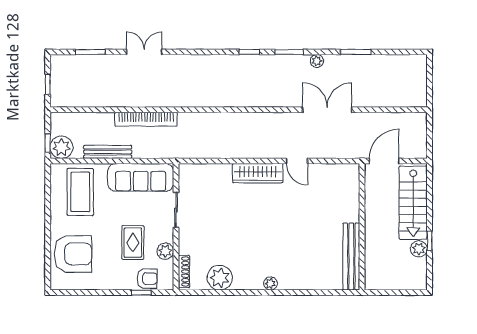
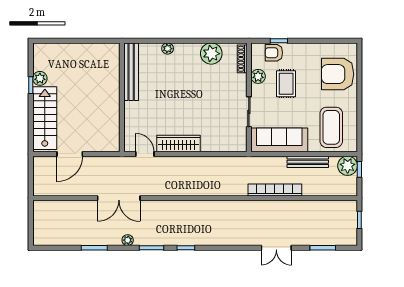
wall: (362, 227) -> (122, 97), moved
bench: (351, 257) -> (131, 72), moved

